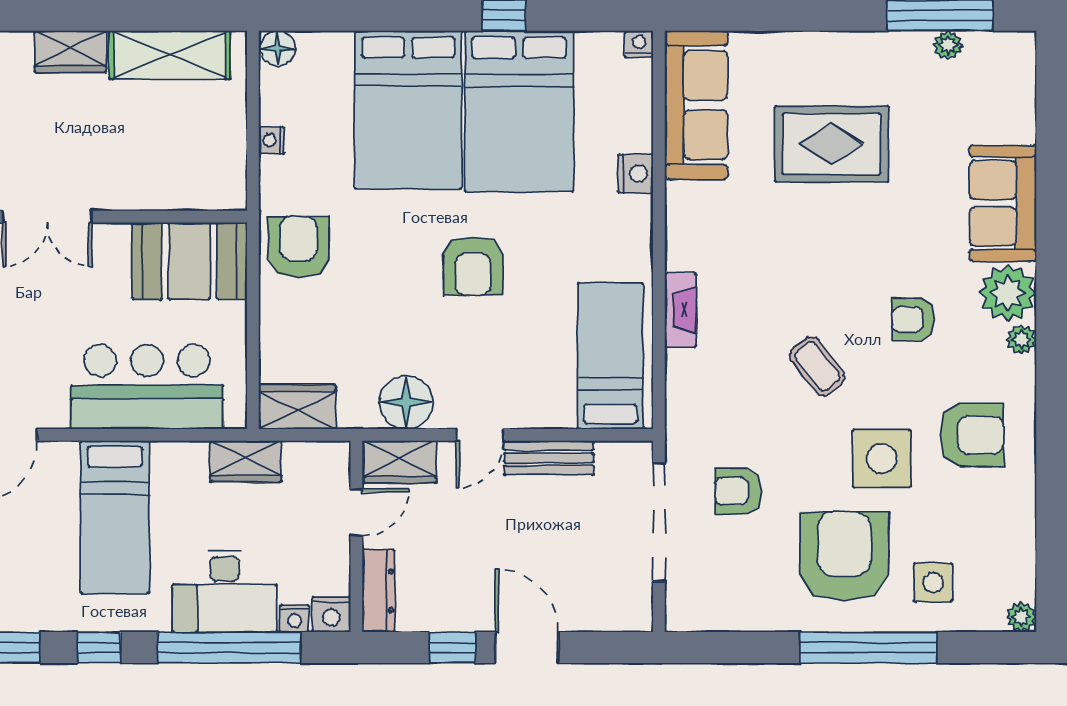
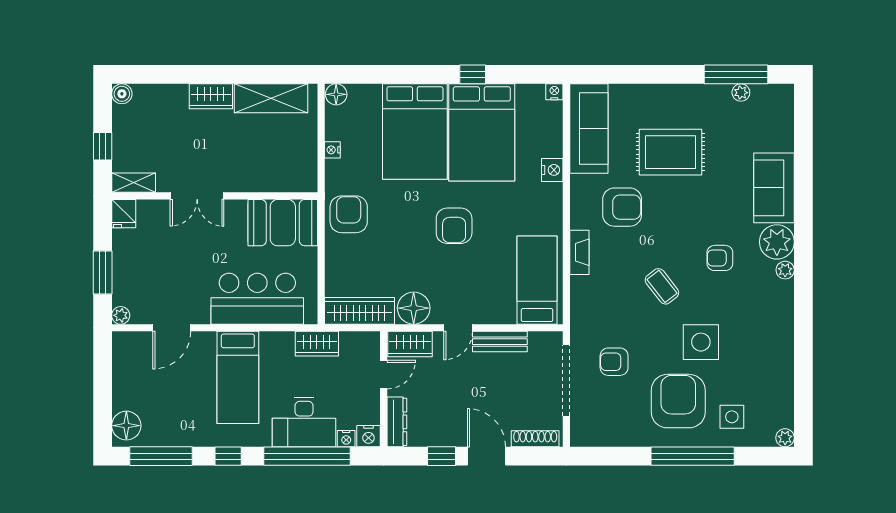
wardrobe: (297, 407) -> (360, 311), width x1.50
armchair: (972, 435) -> (622, 207), moved
shoe rack: (607, 619) -> (535, 439), added

